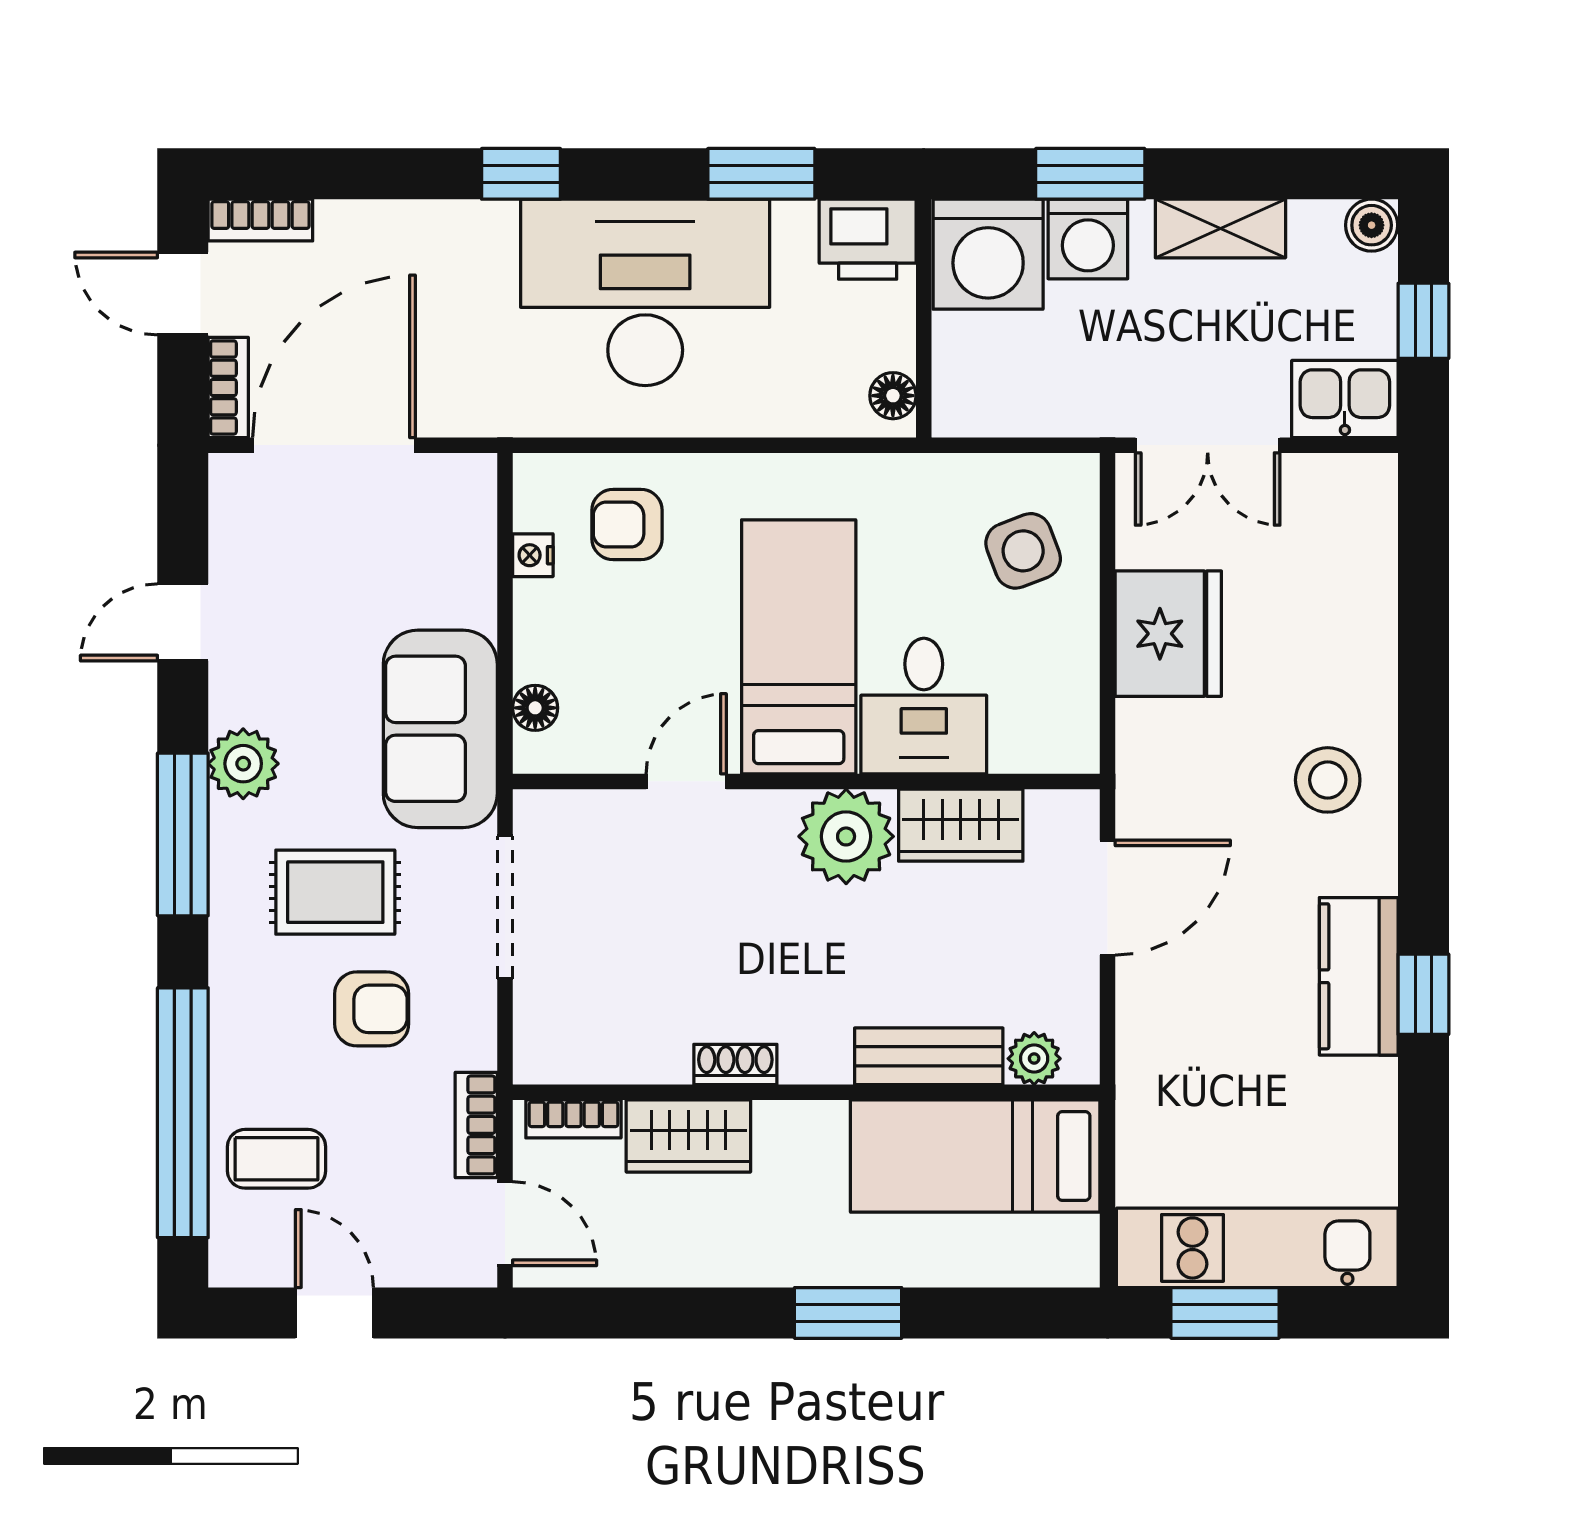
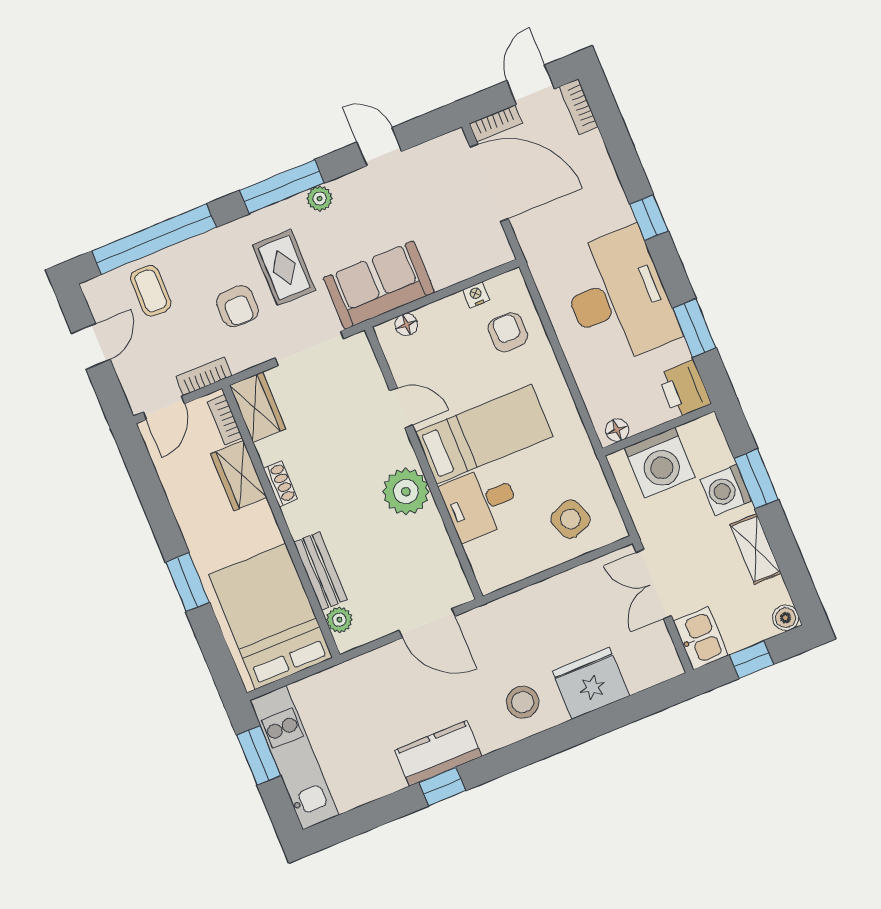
washing machine: (988, 254) -> (660, 463), moved, turned -90
fridge: (1168, 634) -> (591, 683), moved, turned 180
plant: (243, 764) -> (320, 198), width x0.73, depth x0.73
wardrobe: (961, 825) -> (257, 407), moved, turned 180
bed: (975, 1156) -> (271, 616), width x1.50

